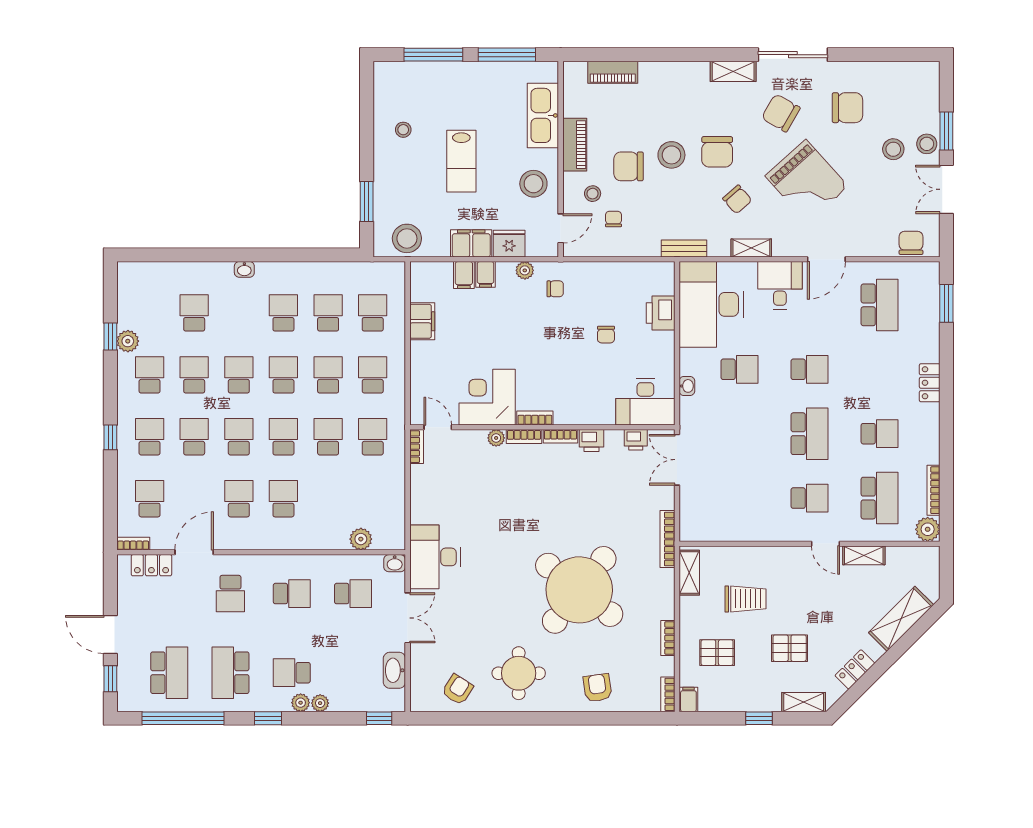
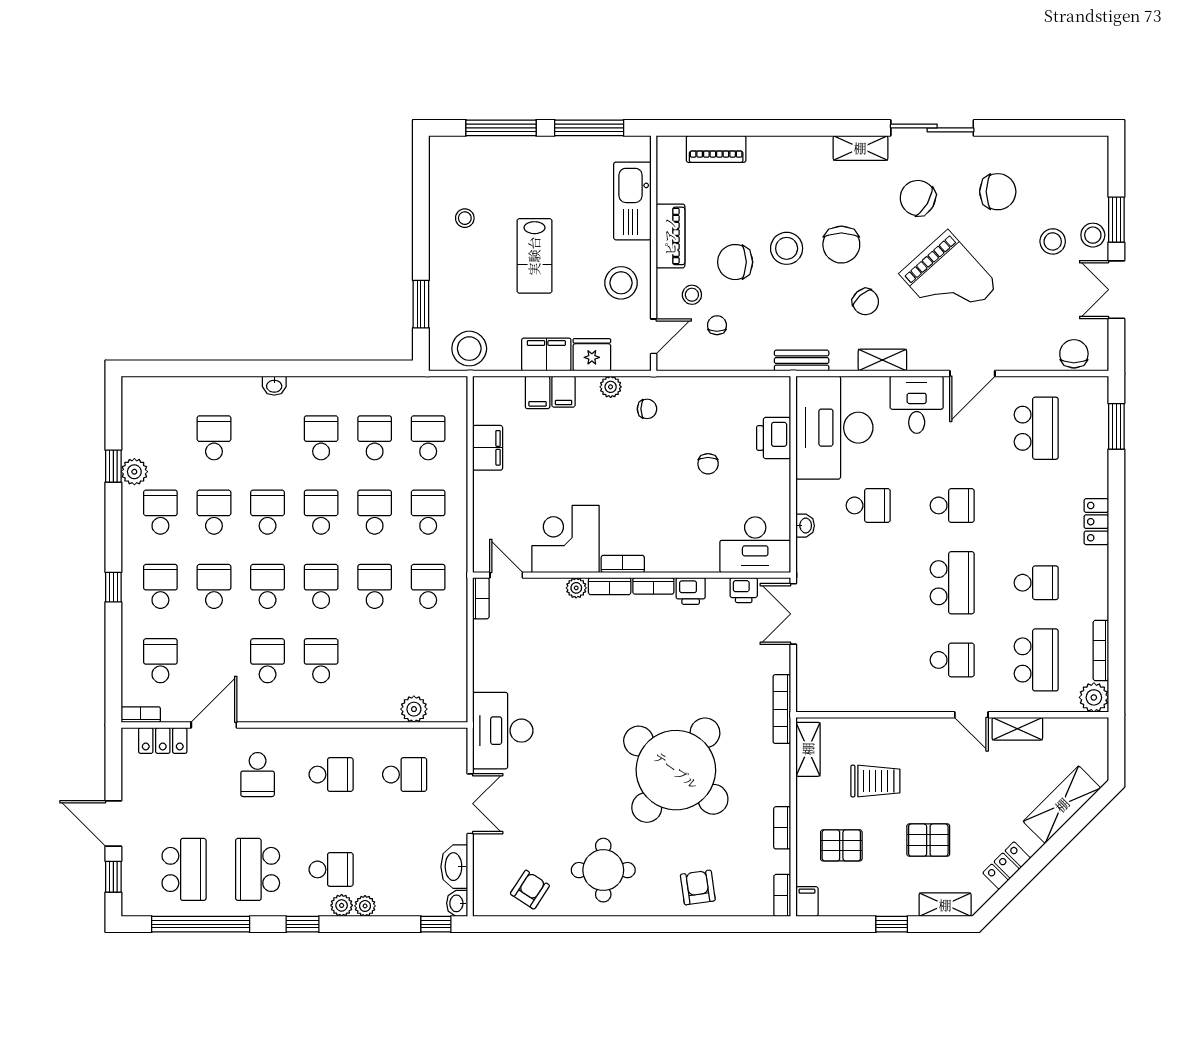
washbasin: (395, 563) -> (457, 903), moved, turned 90
school desk: (292, 673) -> (331, 869), turned 180

